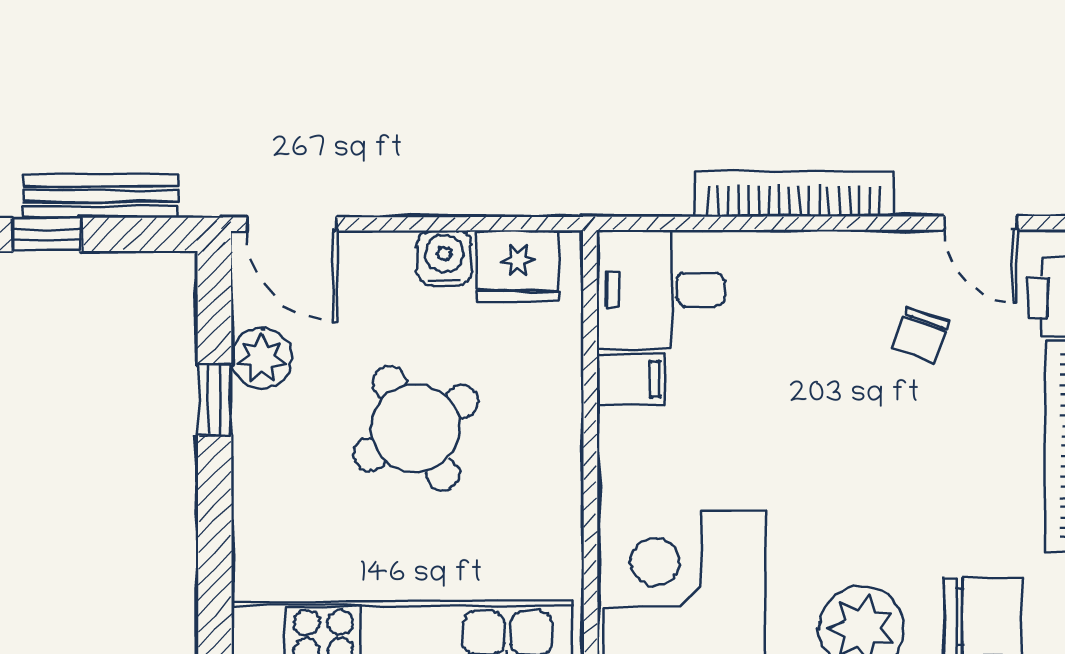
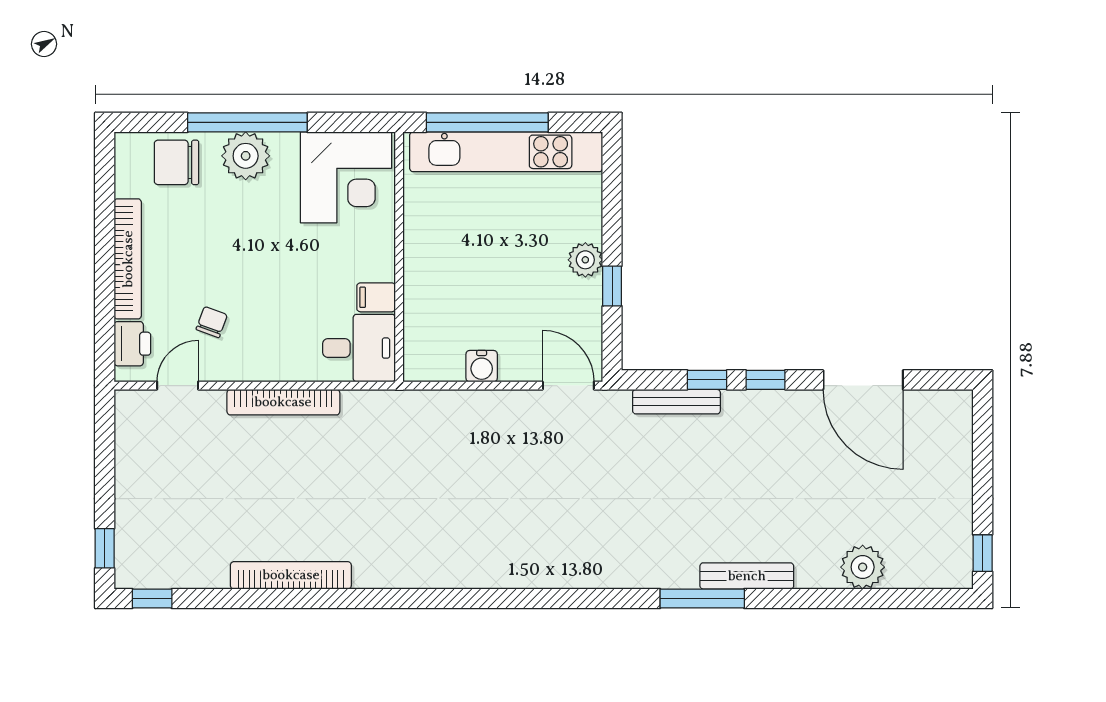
door: (981, 223) -> (178, 386), hinge flipped
fridge: (518, 266) -> (440, 362), removed
plant: (262, 358) -> (585, 260), moved
round table: (416, 428) -> (498, 270), removed

